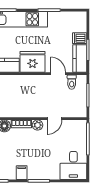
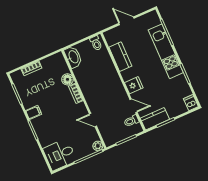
dishwasher: (80, 38) -> (191, 103), moved
fridge: (32, 62) -> (134, 85), width x0.53, depth x0.75
door: (58, 74) -> (134, 106), hinge flipped
plant: (38, 125) -> (98, 146), moved

